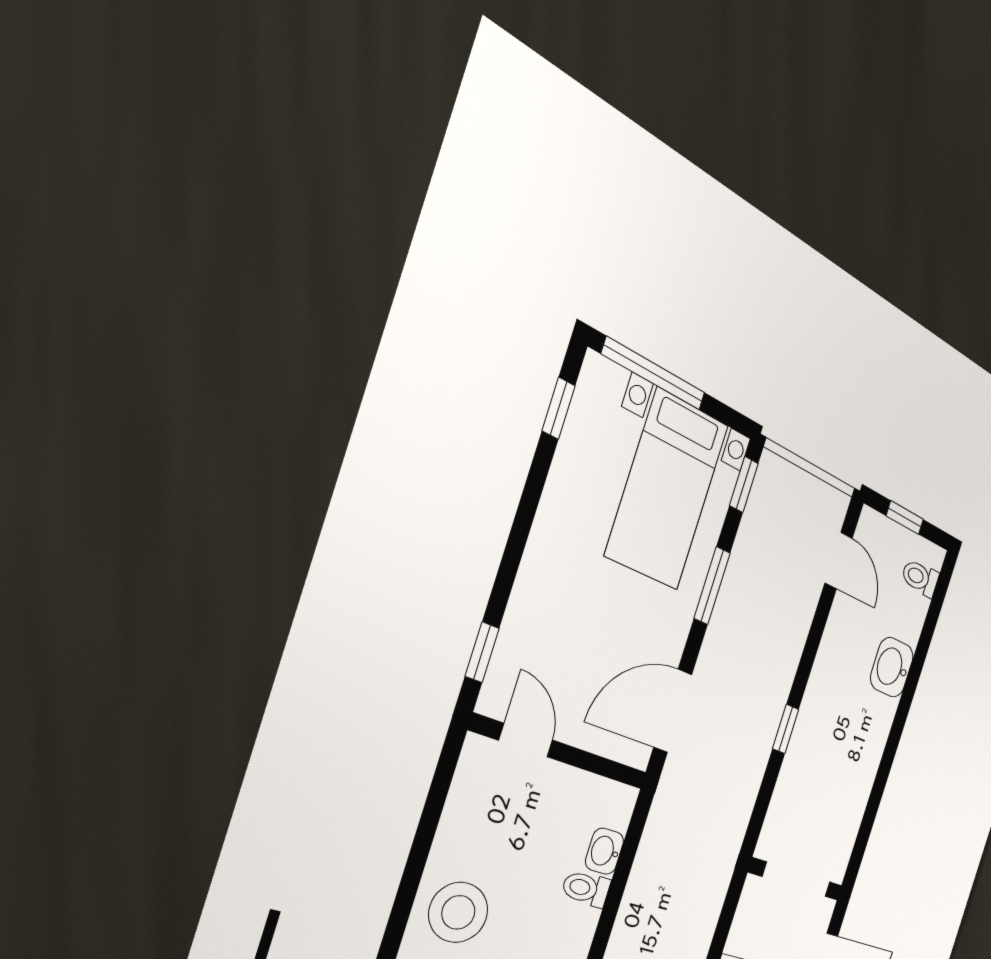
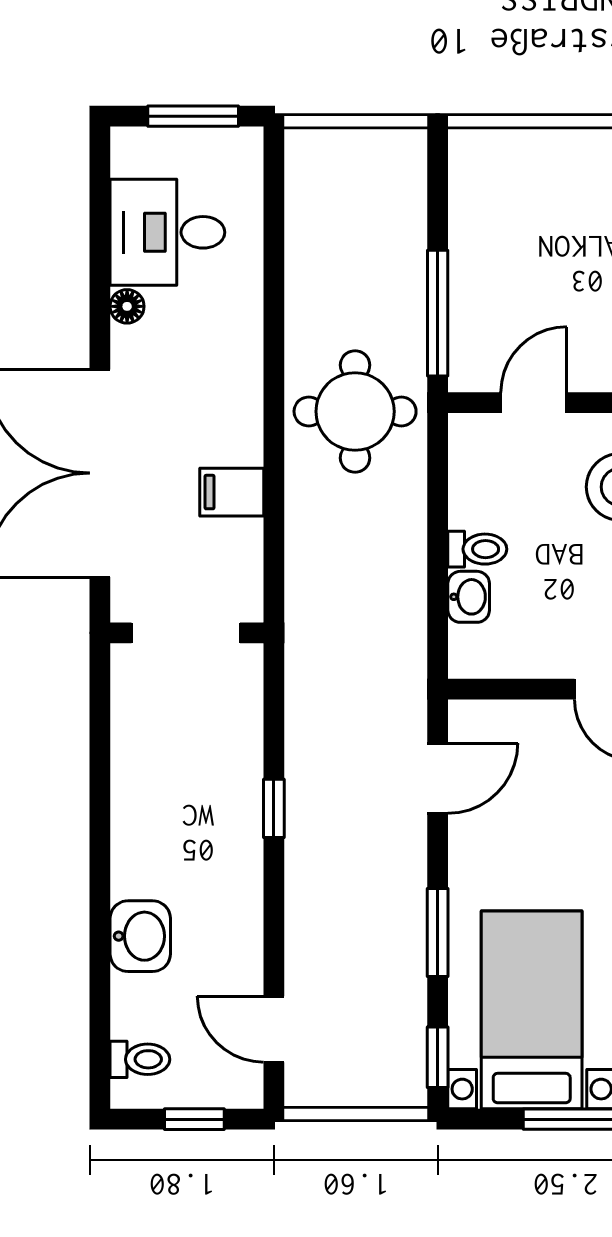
door: (673, 711) -> (438, 778), width x0.73

